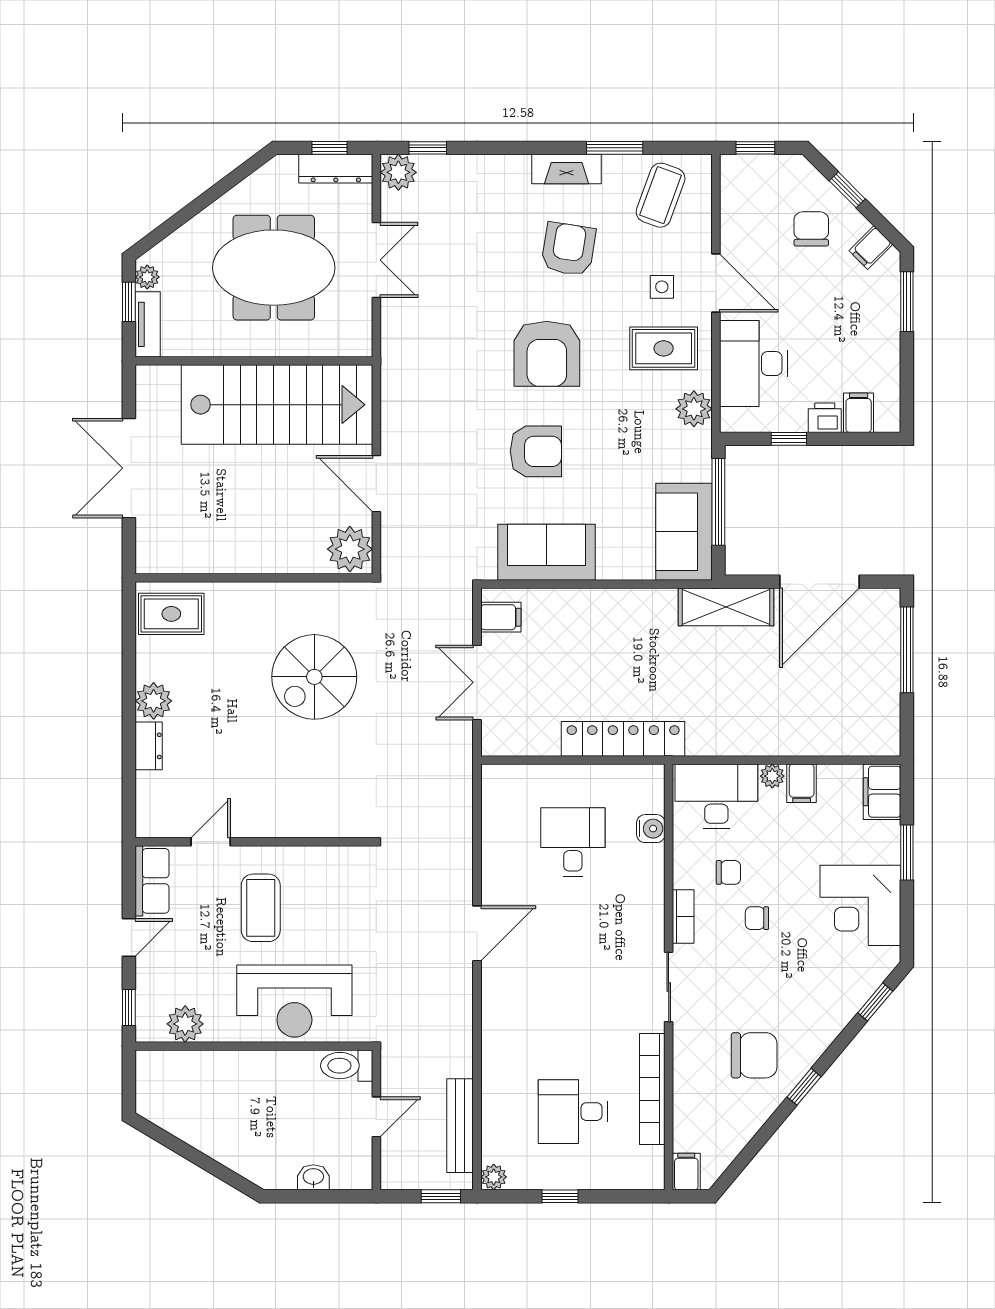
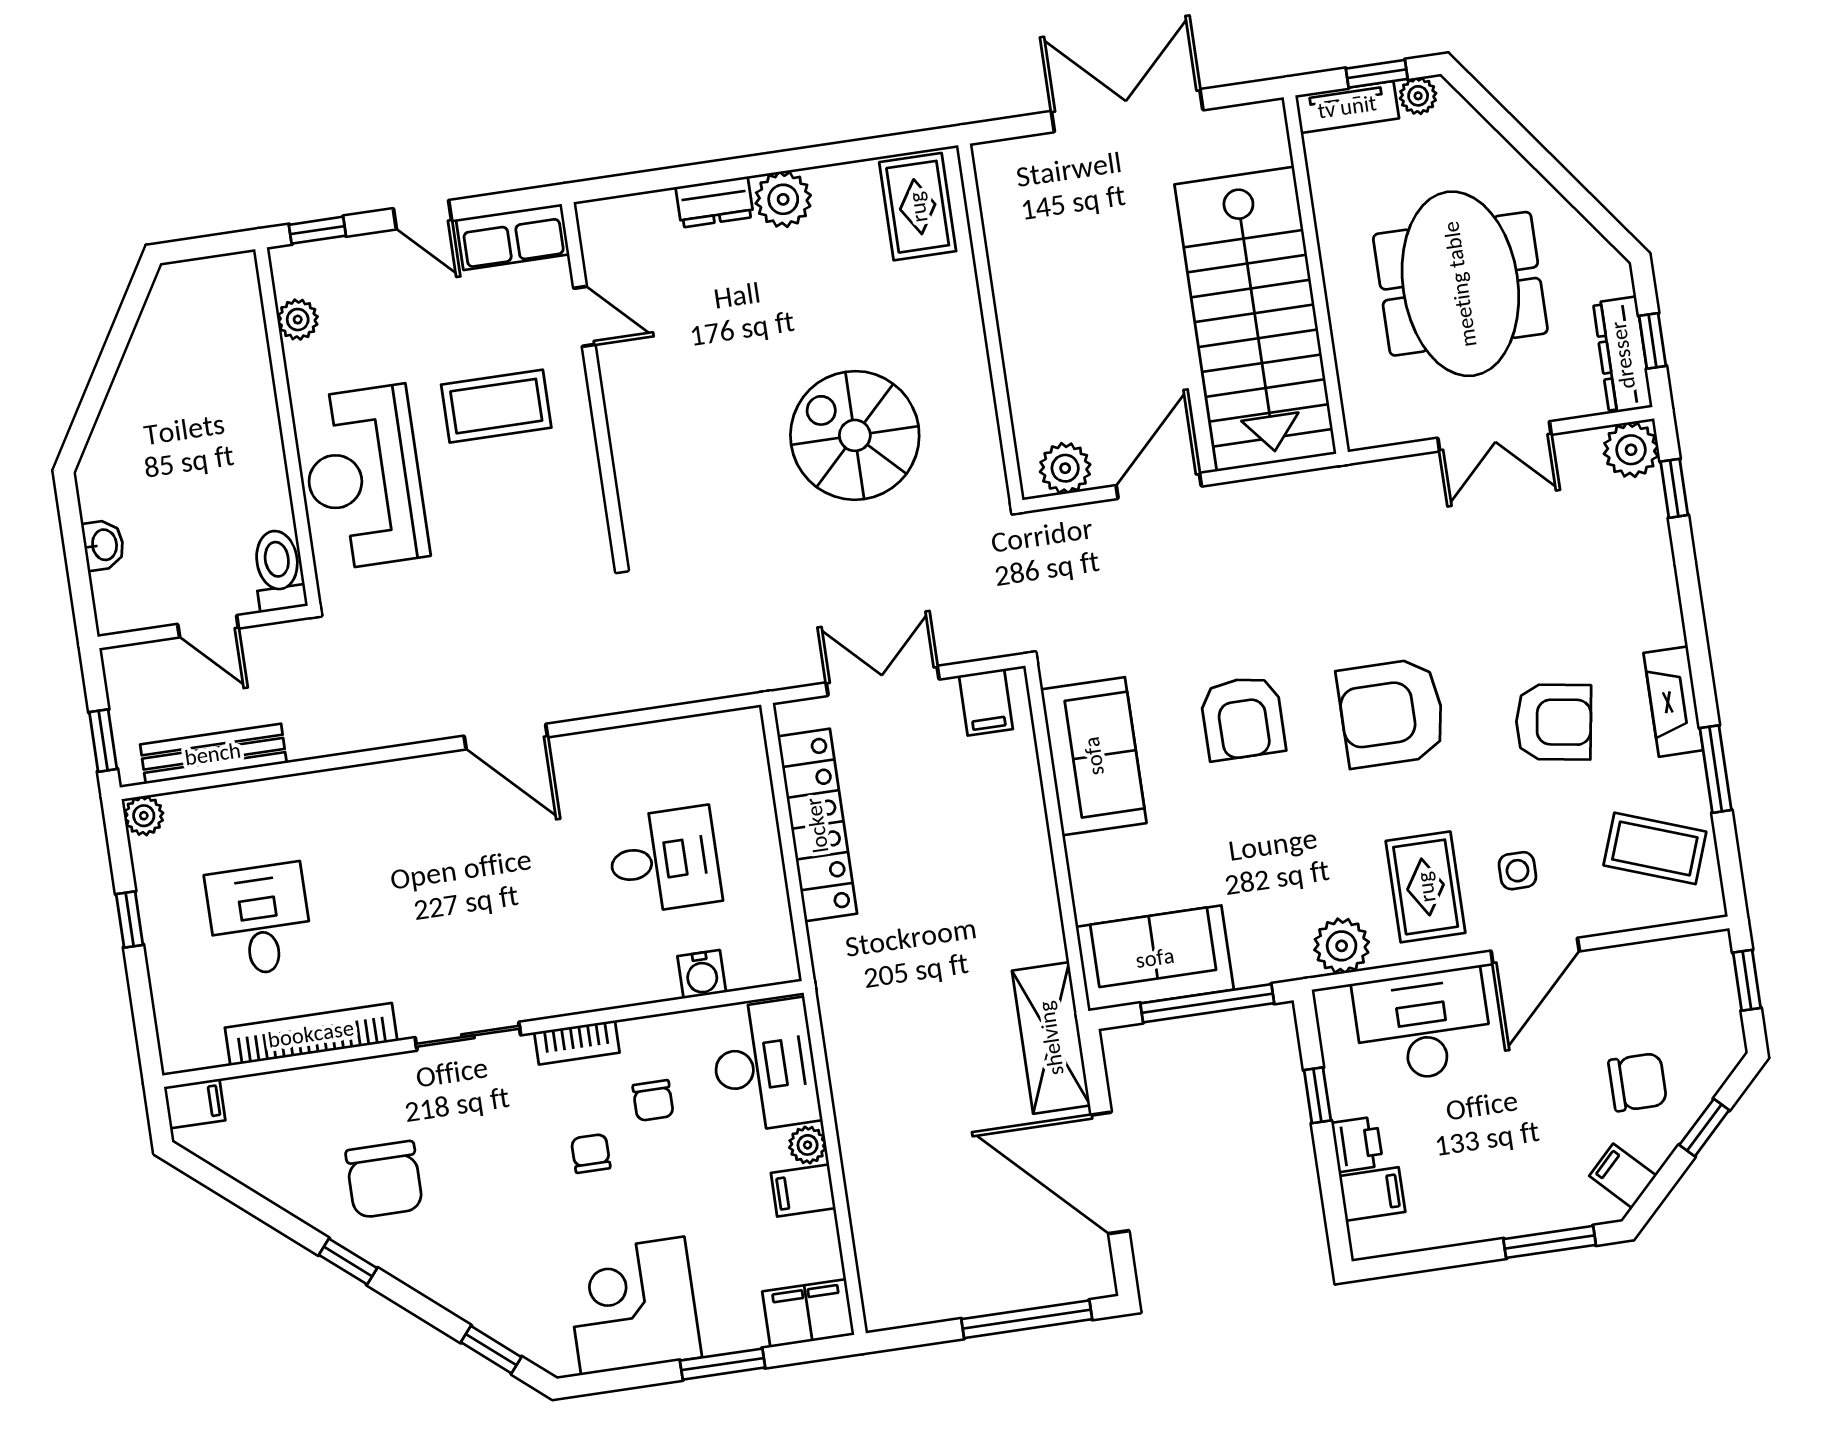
plant: (350, 549) -> (1065, 468), width x0.73, depth x0.73
locker: (623, 739) -> (817, 825), moved
plant: (185, 1024) -> (298, 320), width x0.73, depth x0.73

